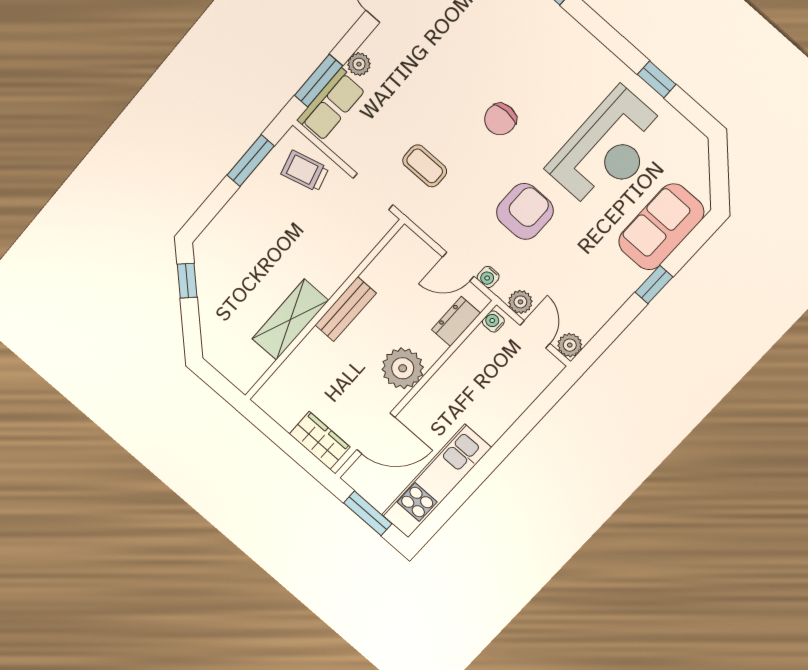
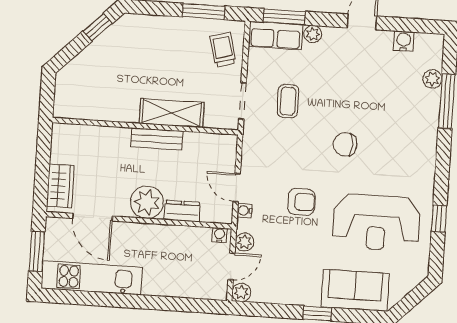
coffee table: (425, 166) -> (288, 101), moved
armchair: (525, 211) -> (301, 202), width x0.72, depth x0.72
shelving: (290, 320) -> (172, 113), moved
dresser: (456, 321) -> (182, 211), moved

